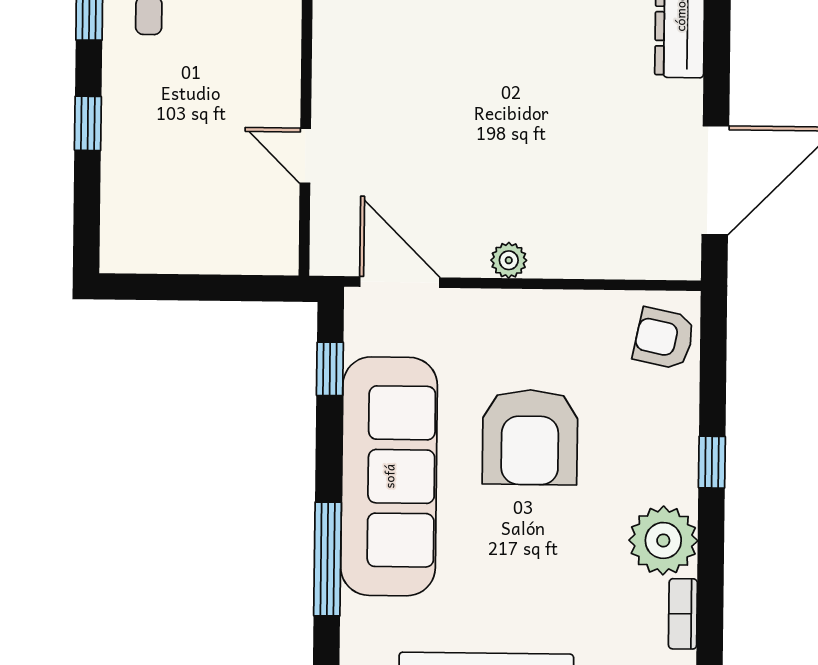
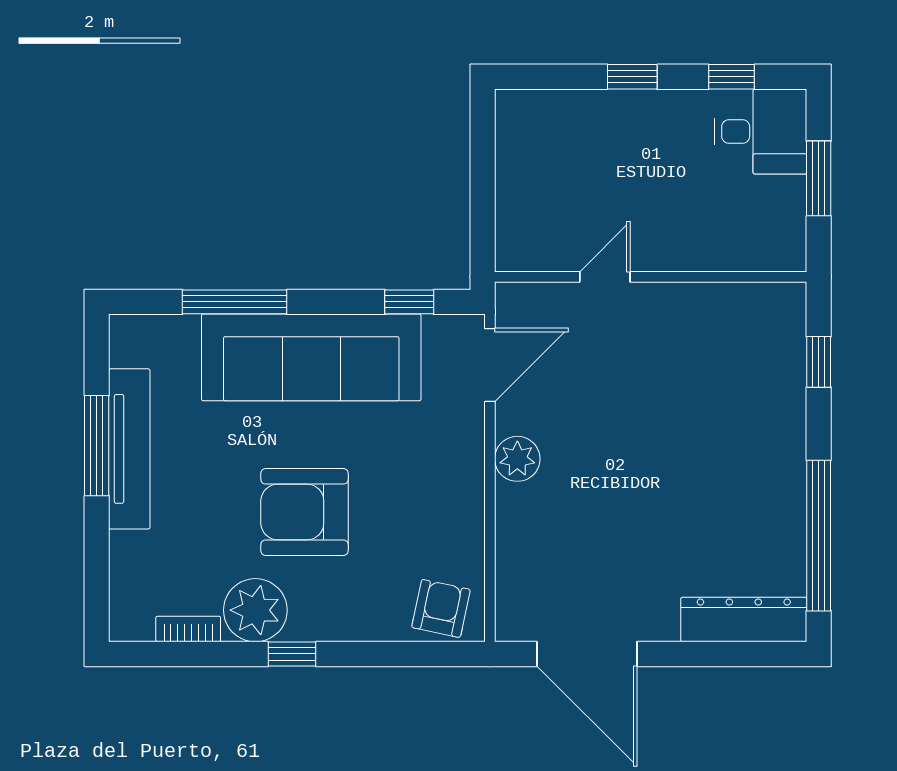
plant: (509, 260) -> (517, 459), width x1.38, depth x1.38
armchair: (530, 437) -> (305, 512), moved
window: (712, 462) -> (292, 654), moved

